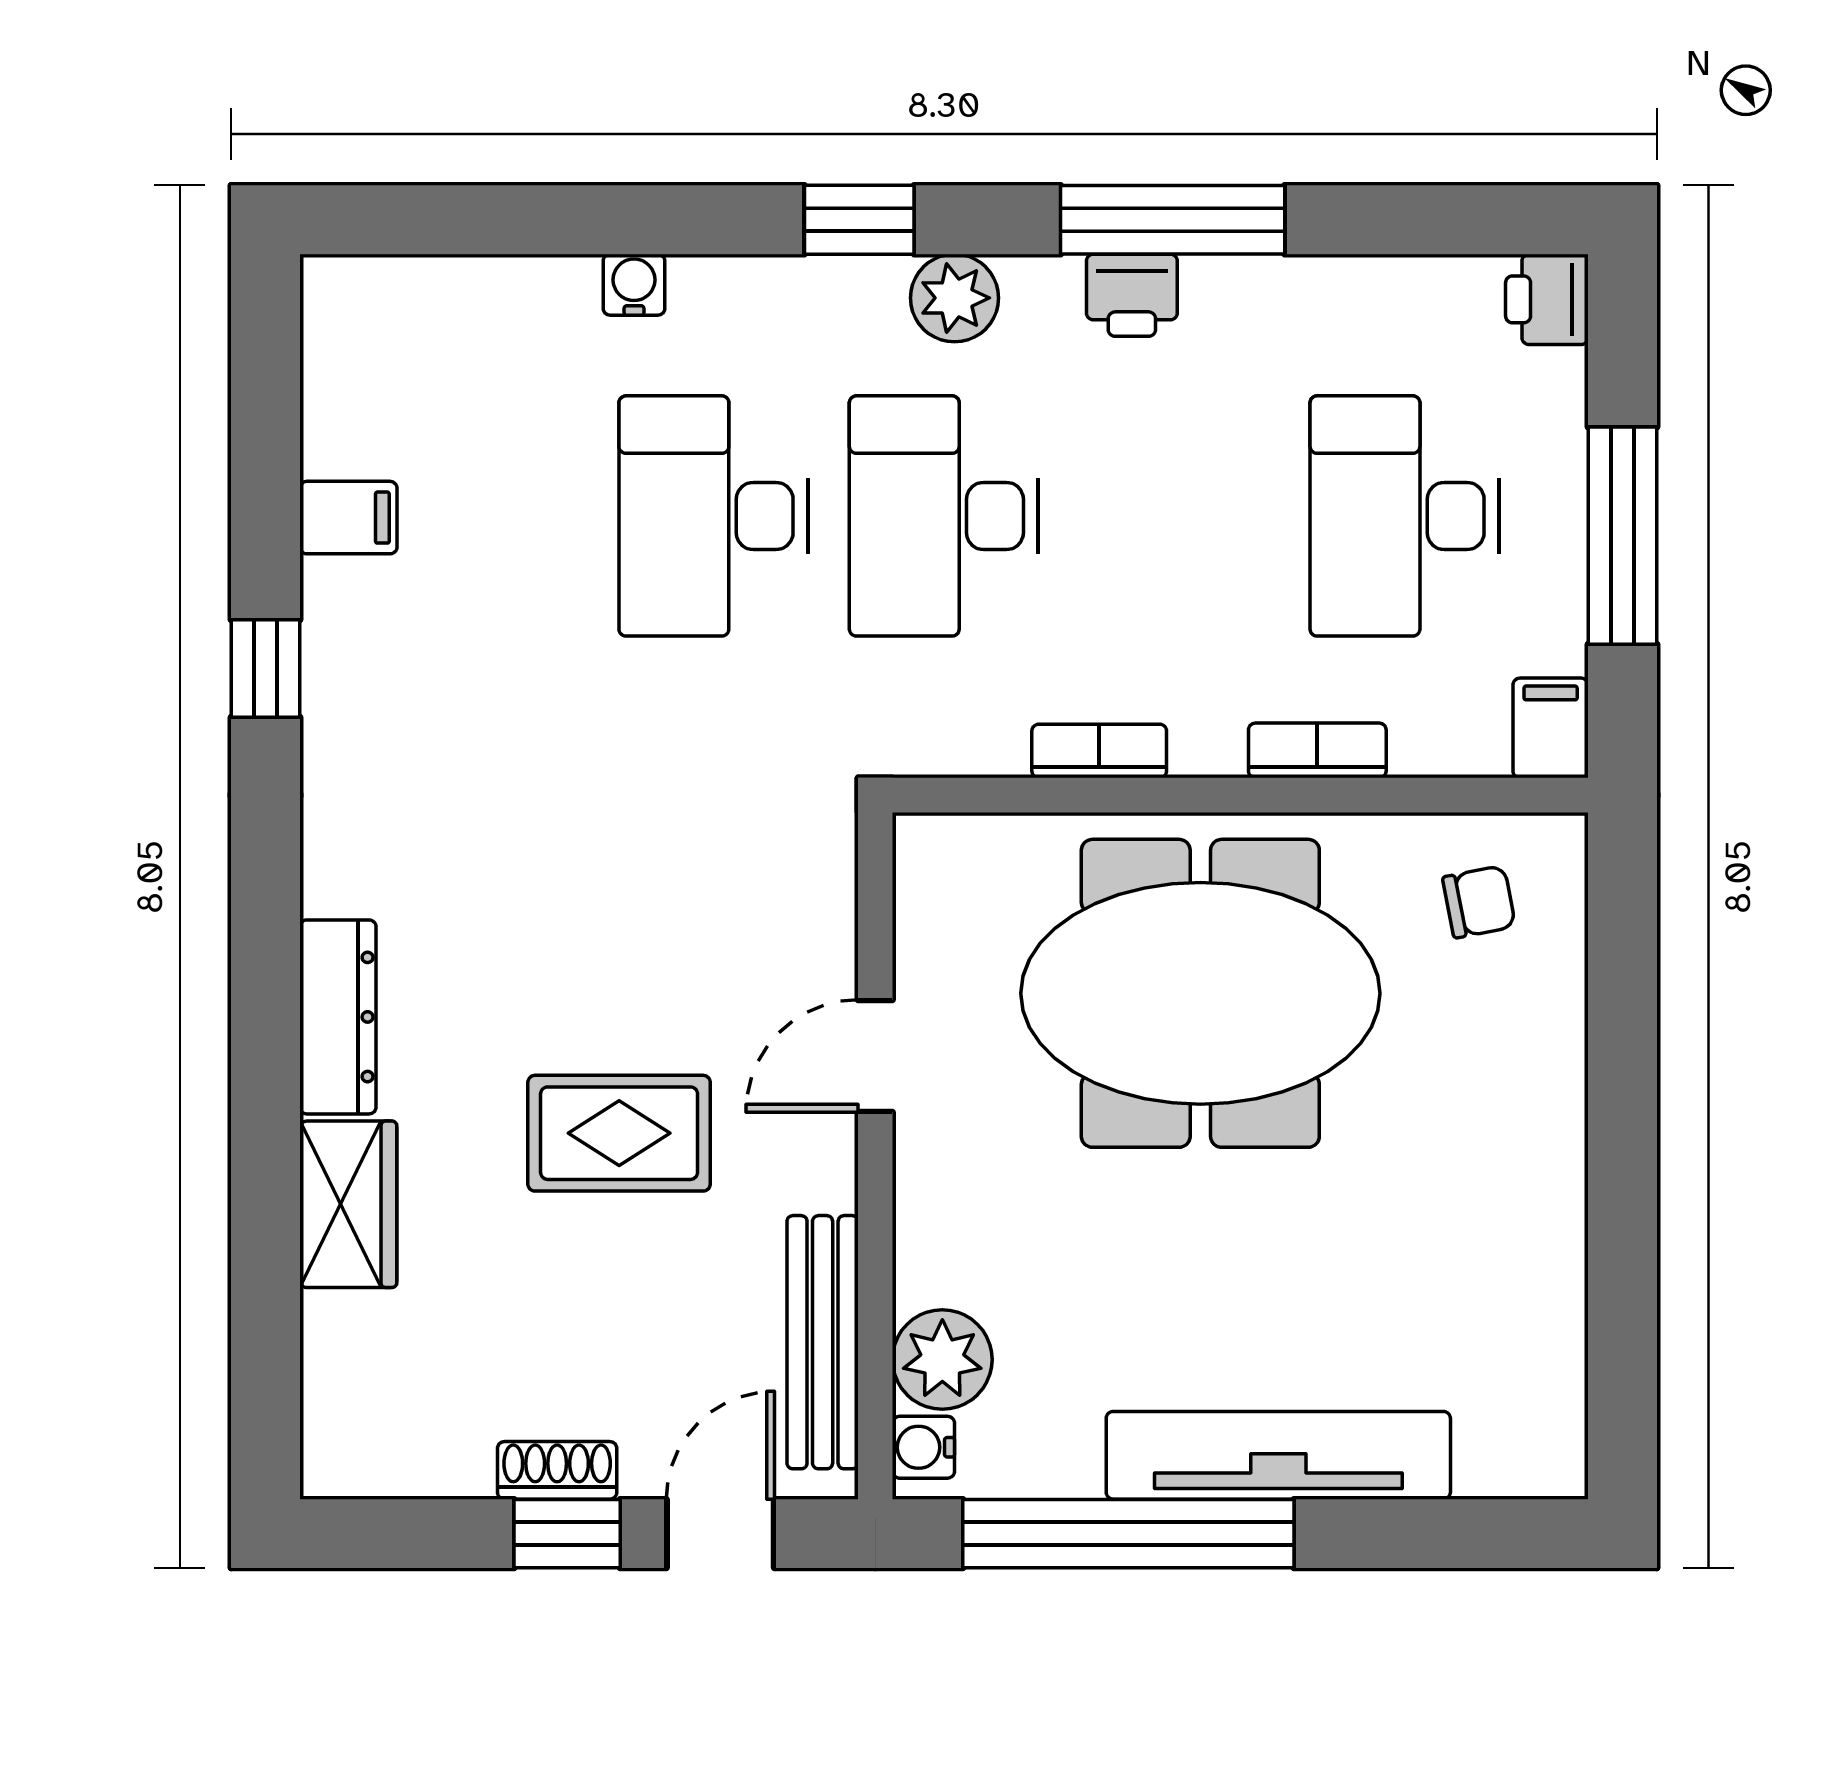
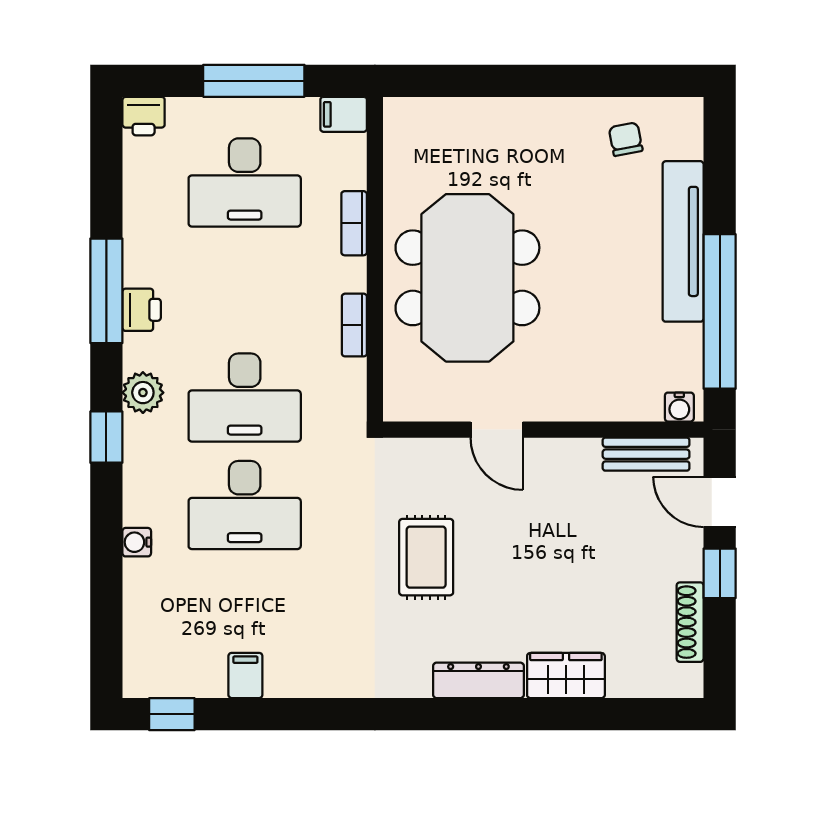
window: (266, 668) -> (172, 714), moved
chair: (1479, 902) -> (626, 139), moved
rug: (619, 1133) -> (426, 557), moved
bench: (823, 1342) -> (646, 454), width x0.73
plant: (942, 1360) -> (638, 398), removed
shoe rack: (557, 1470) -> (690, 622), moved, width x1.43

